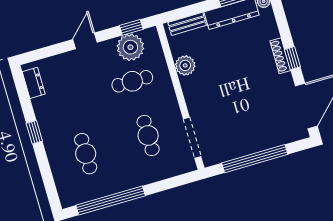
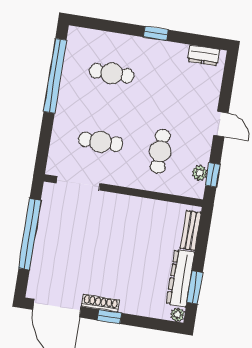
plant: (130, 47) -> (200, 173), width x0.53, depth x0.53
shoe rack: (280, 56) -> (100, 303), moved
plant: (185, 65) -> (151, 210), removed

